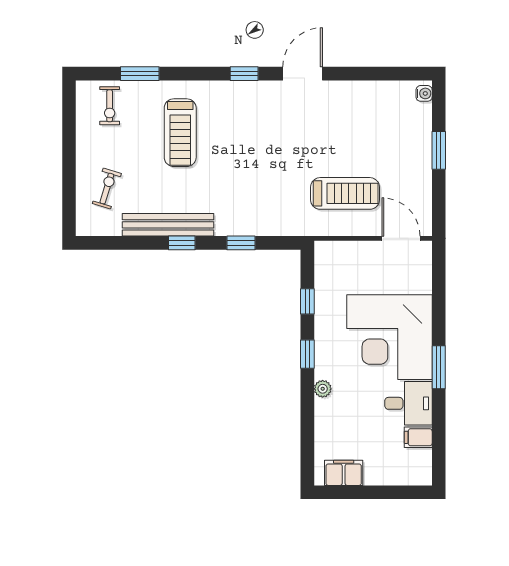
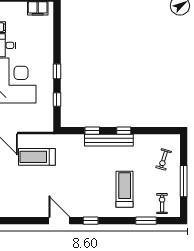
door: (303, 74) -> (59, 221), swing flipped
window: (69, 148) -> (184, 181), added
bench: (168, 225) -> (109, 140), moved
plant: (323, 389) -> (49, 53), removed

